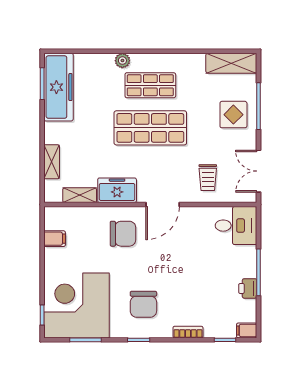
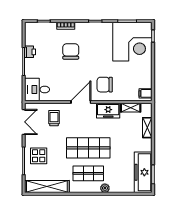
shelving: (231, 63) -> (47, 187), width x1.47
filing cabinet: (55, 239) -> (146, 93), moved
chair: (143, 304) -> (71, 51), moved
filing cabinet: (247, 330) -> (31, 27), removed

